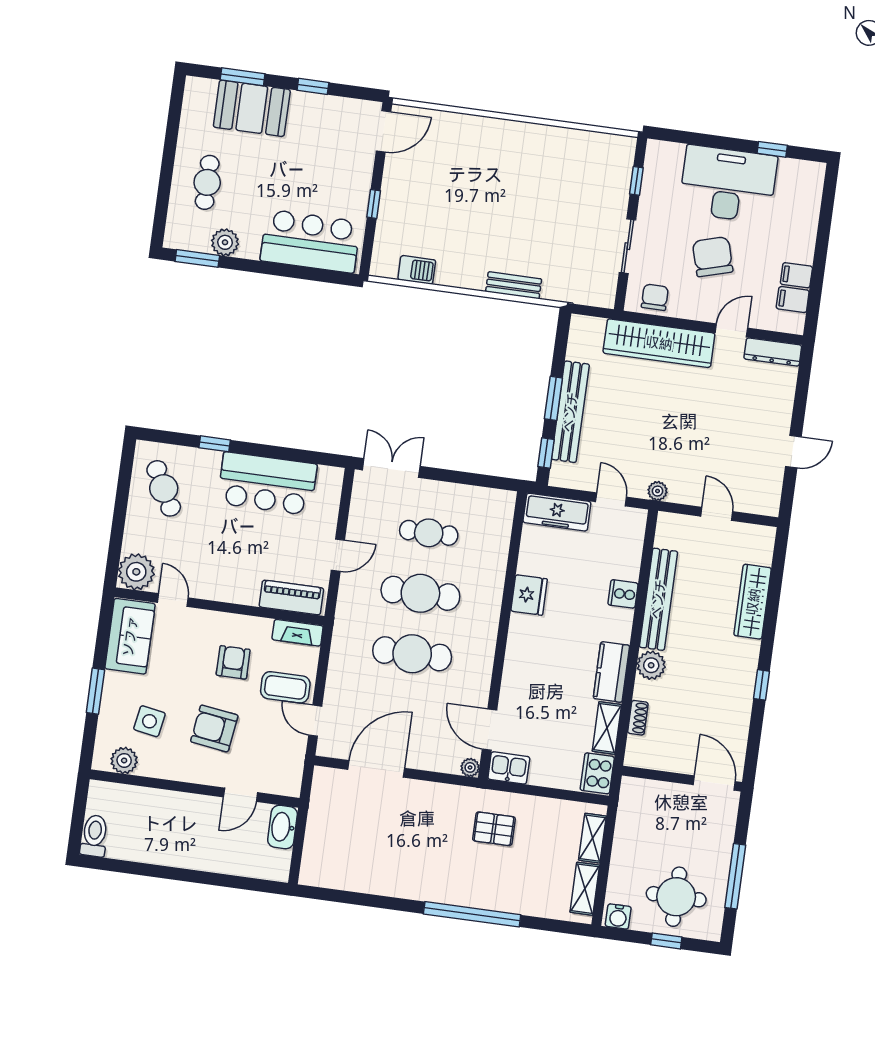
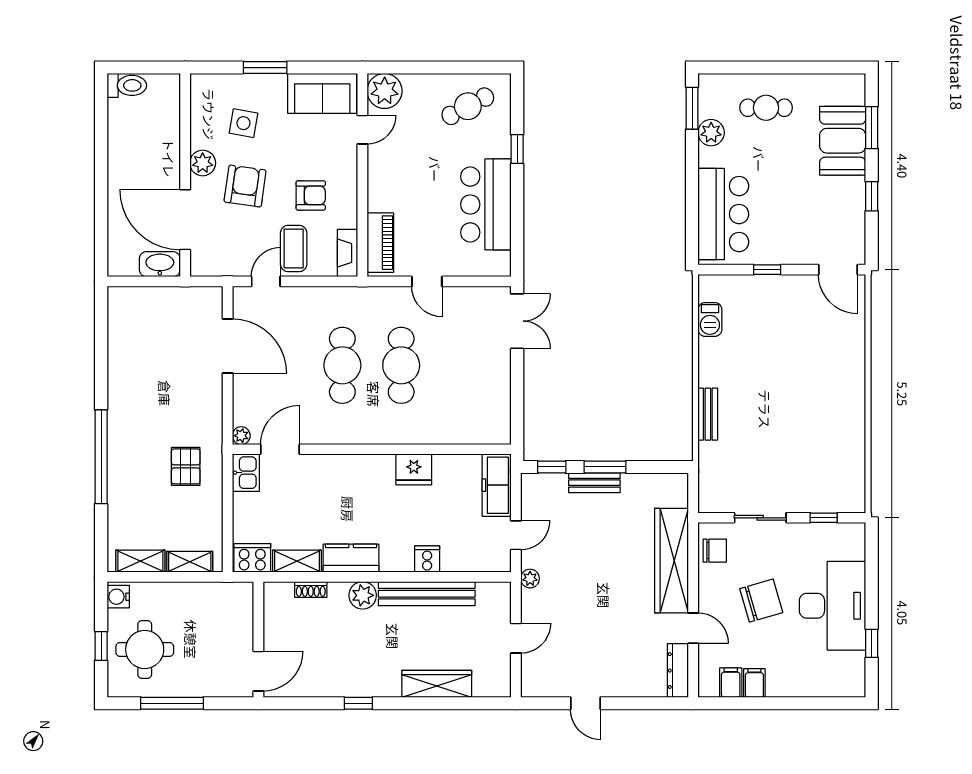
bench: (570, 412) -> (594, 483), width x0.54, depth x0.82
cafe table: (429, 533) -> (460, 365), removed
plant: (124, 760) -> (203, 163), moved
door: (240, 795) -> (185, 220), width x1.87

